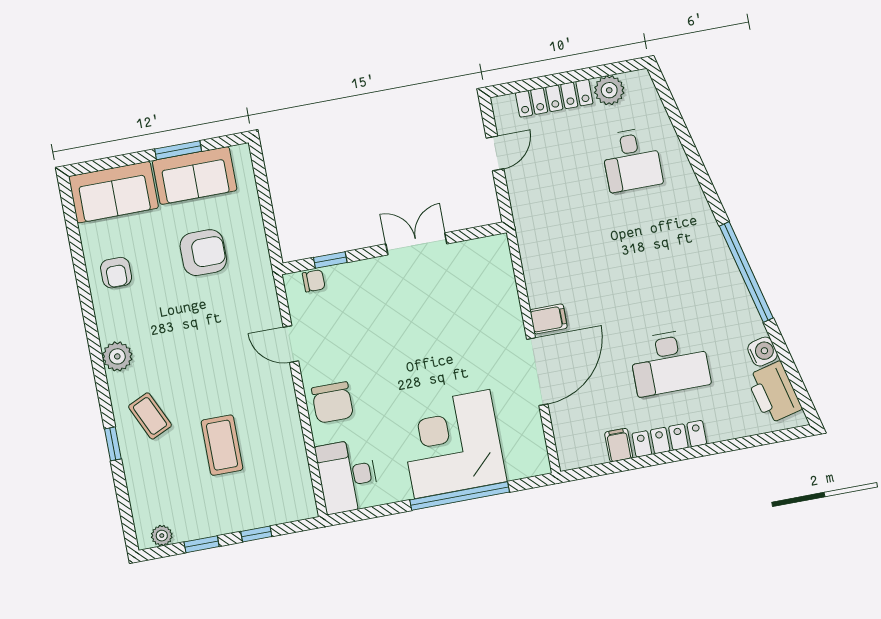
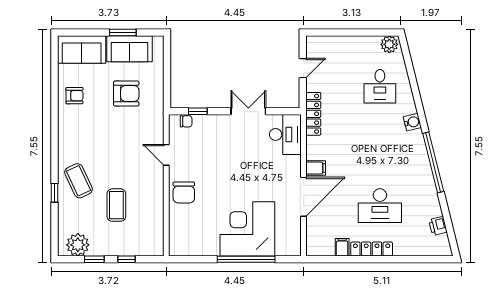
plant: (609, 90) -> (389, 44), moved
locker: (554, 98) -> (313, 114), moved, turned -90
armchair: (116, 273) -> (74, 96), turned -90
water cooler: (763, 352) -> (412, 122), moved
plant: (117, 356) -> (66, 143), removed
printer: (774, 392) -> (438, 226), width x0.53, depth x0.68
coffee table: (150, 416) -> (79, 181), width x1.36, depth x1.30
desk: (347, 476) -> (285, 134), moved, turned 180
plant: (162, 536) -> (78, 245), width x1.88, depth x1.88

